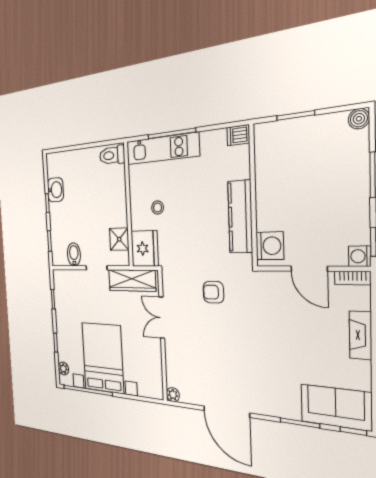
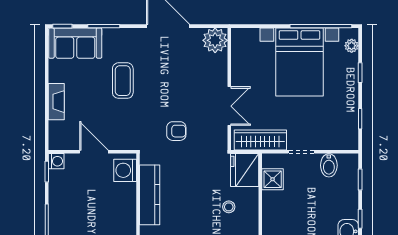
bookcase: (353, 278) -> (61, 145), removed
coffee table: (275, 355) -> (123, 81), added
plant: (173, 395) -> (215, 40), width x1.87, depth x1.87

